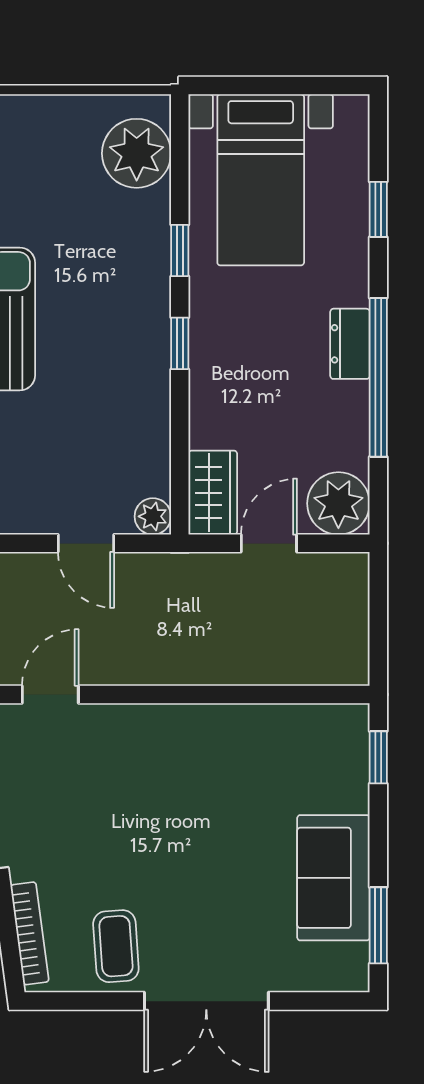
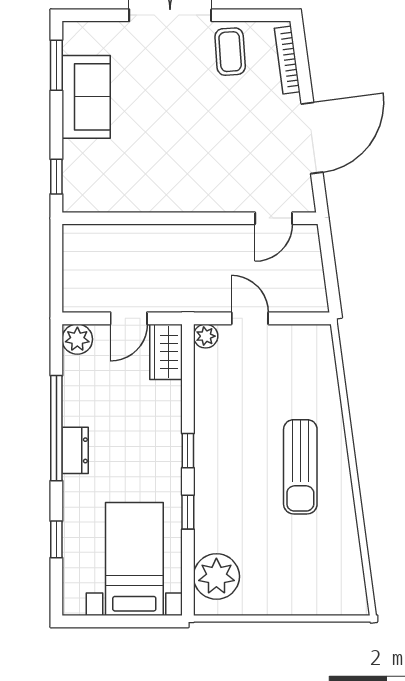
plant: (338, 503) -> (77, 339), width x0.73, depth x0.73

